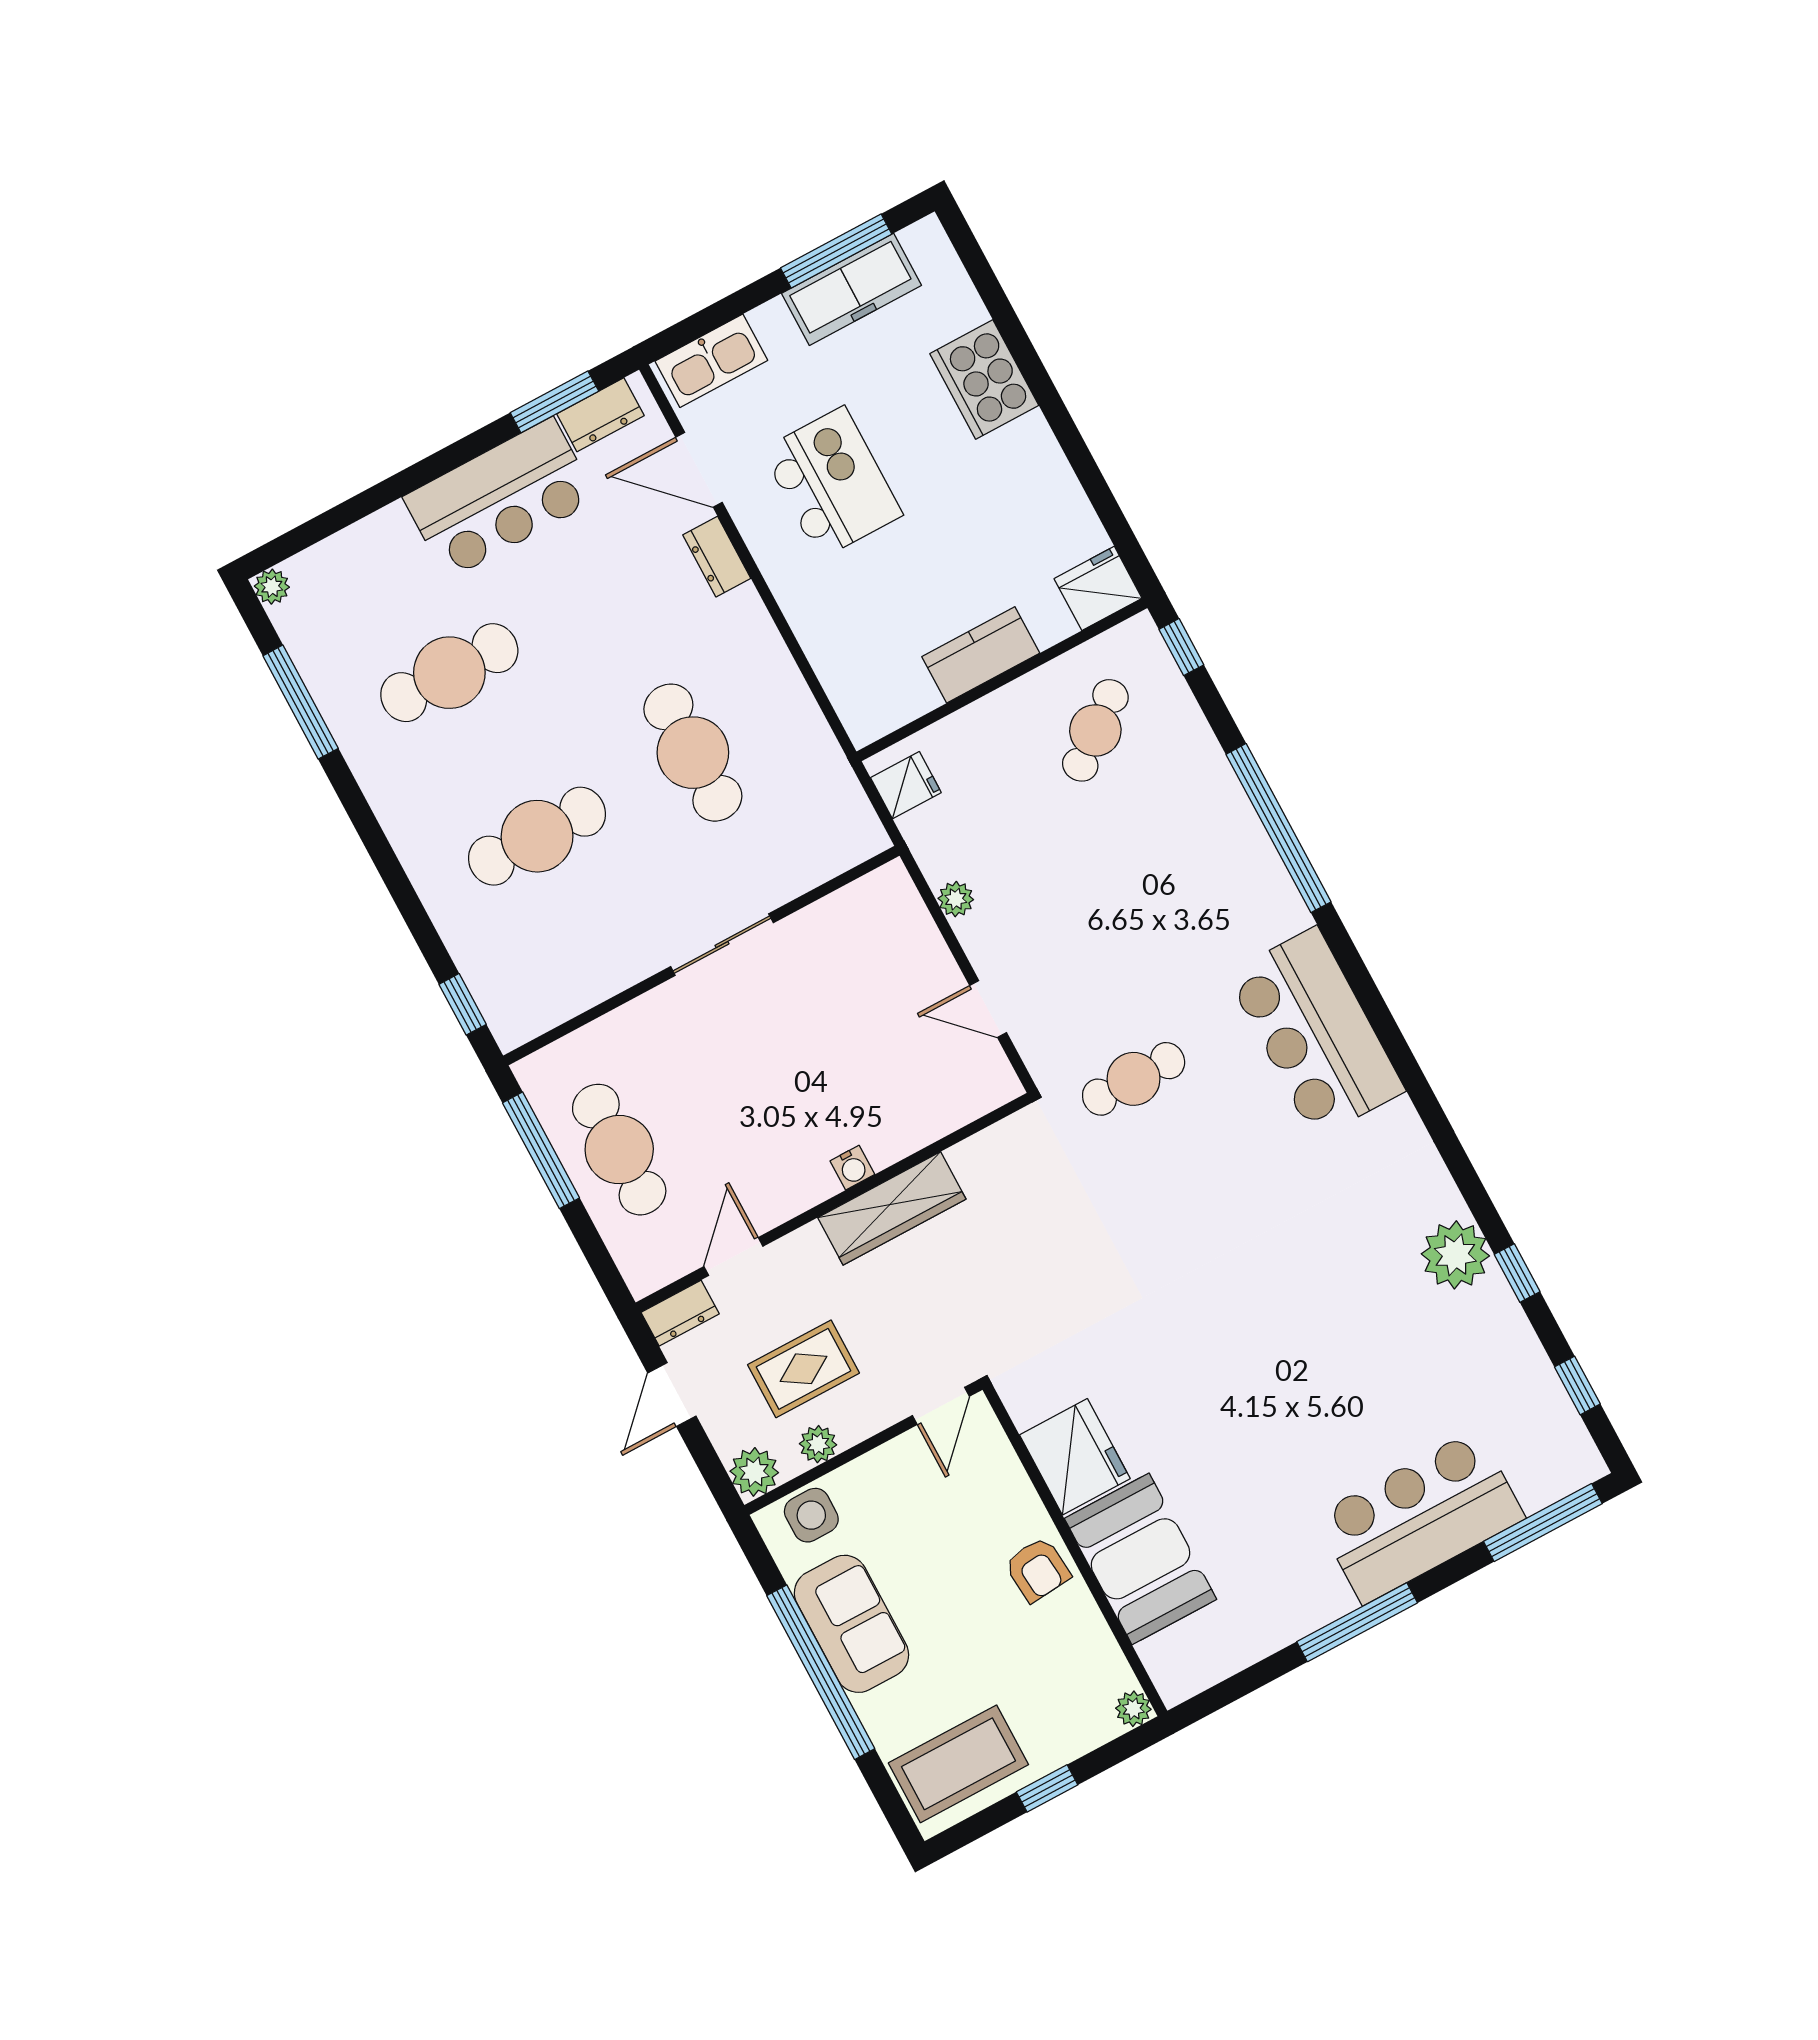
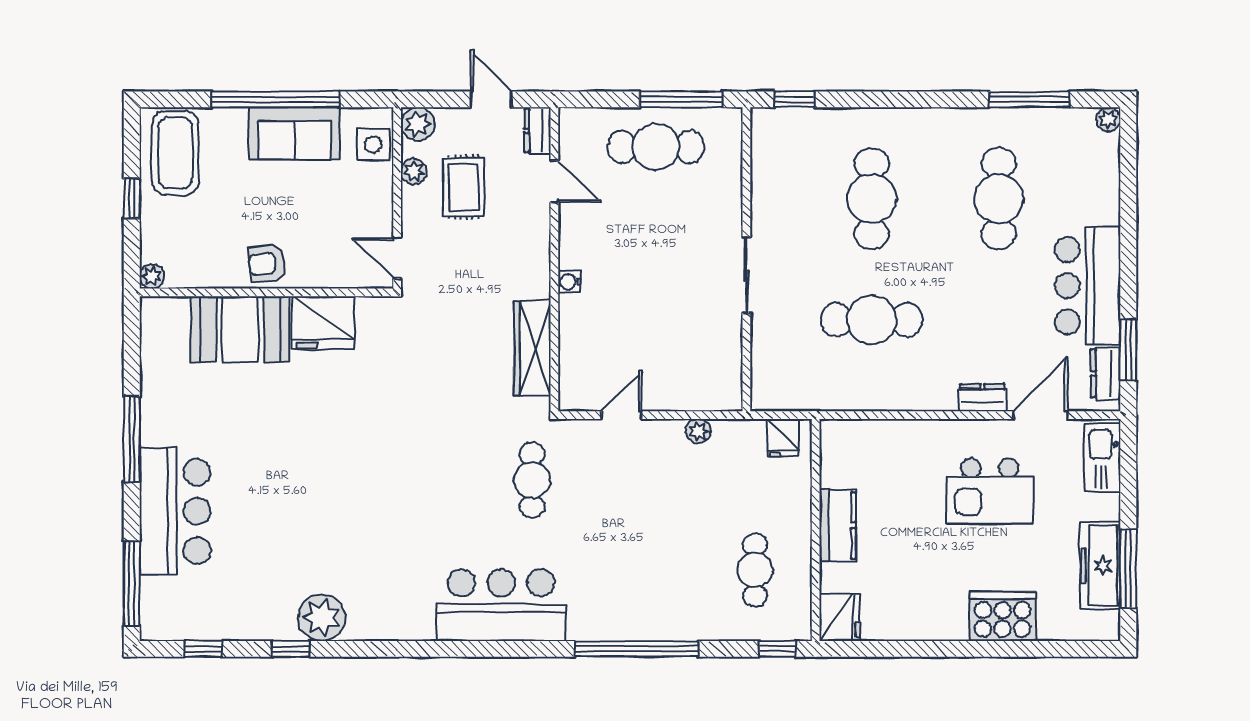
cafe table: (1095, 730) -> (755, 570), turned 38
wardrobe: (892, 1208) -> (532, 348), moved

